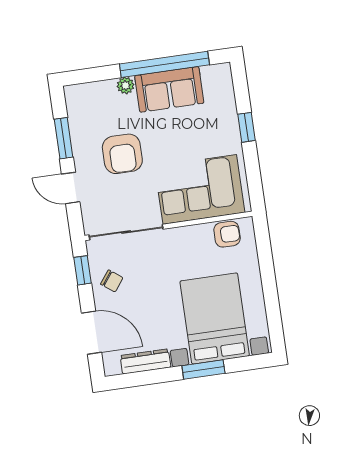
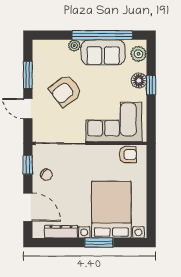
plant: (222, 84) -> (139, 54), added
floor lamp: (228, 123) -> (139, 81), added
armchair: (122, 154) -> (66, 91), turned 53

